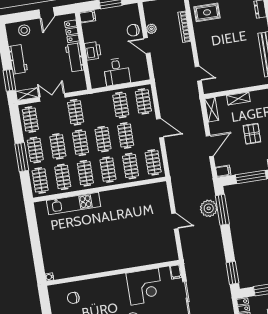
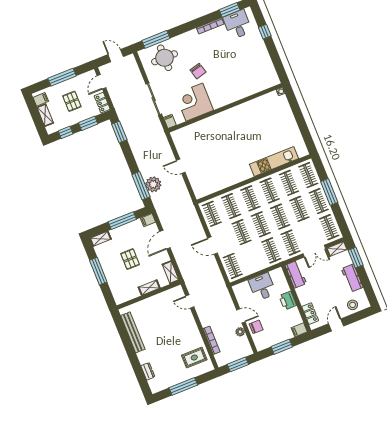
workbench: (75, 57) -> (296, 274), moved
clothes rail: (121, 105) -> (271, 250), moved
chair: (73, 298) -> (255, 78), removed

